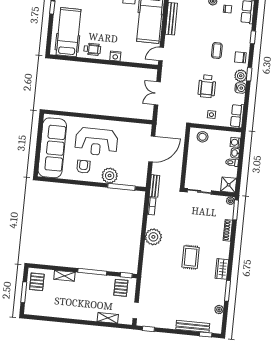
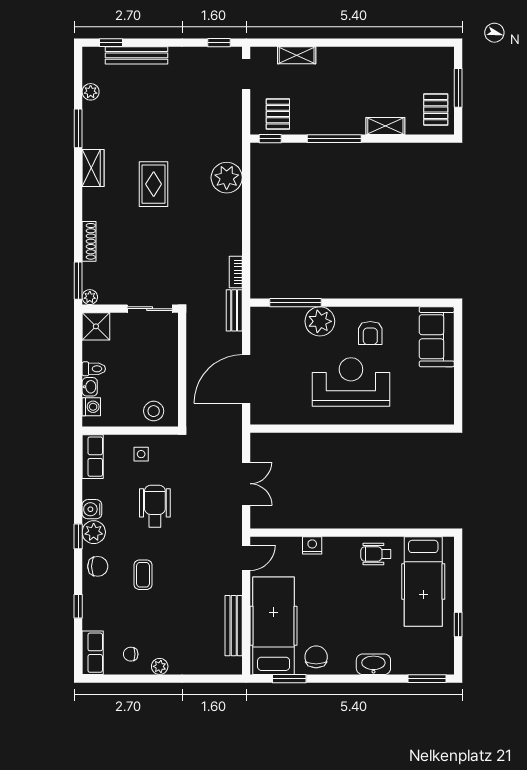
nightstand: (115, 56) -> (312, 545), moved
sofa: (52, 148) -> (437, 337), width x0.54, depth x0.79
plant: (153, 237) -> (227, 178), moved

